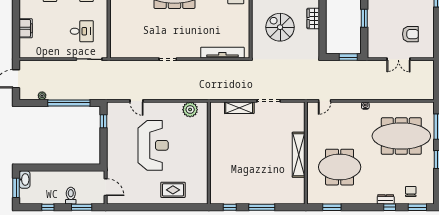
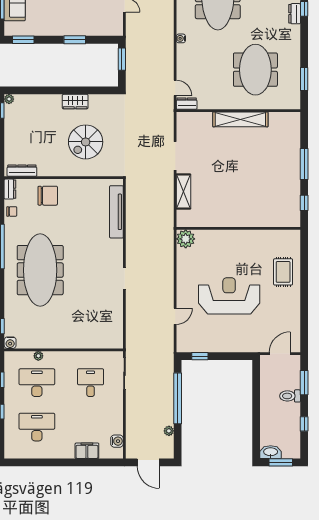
water cooler: (34, 53) -> (117, 441), added
plant: (190, 110) -> (186, 239), moved
dresser: (312, 110) -> (187, 104), added

